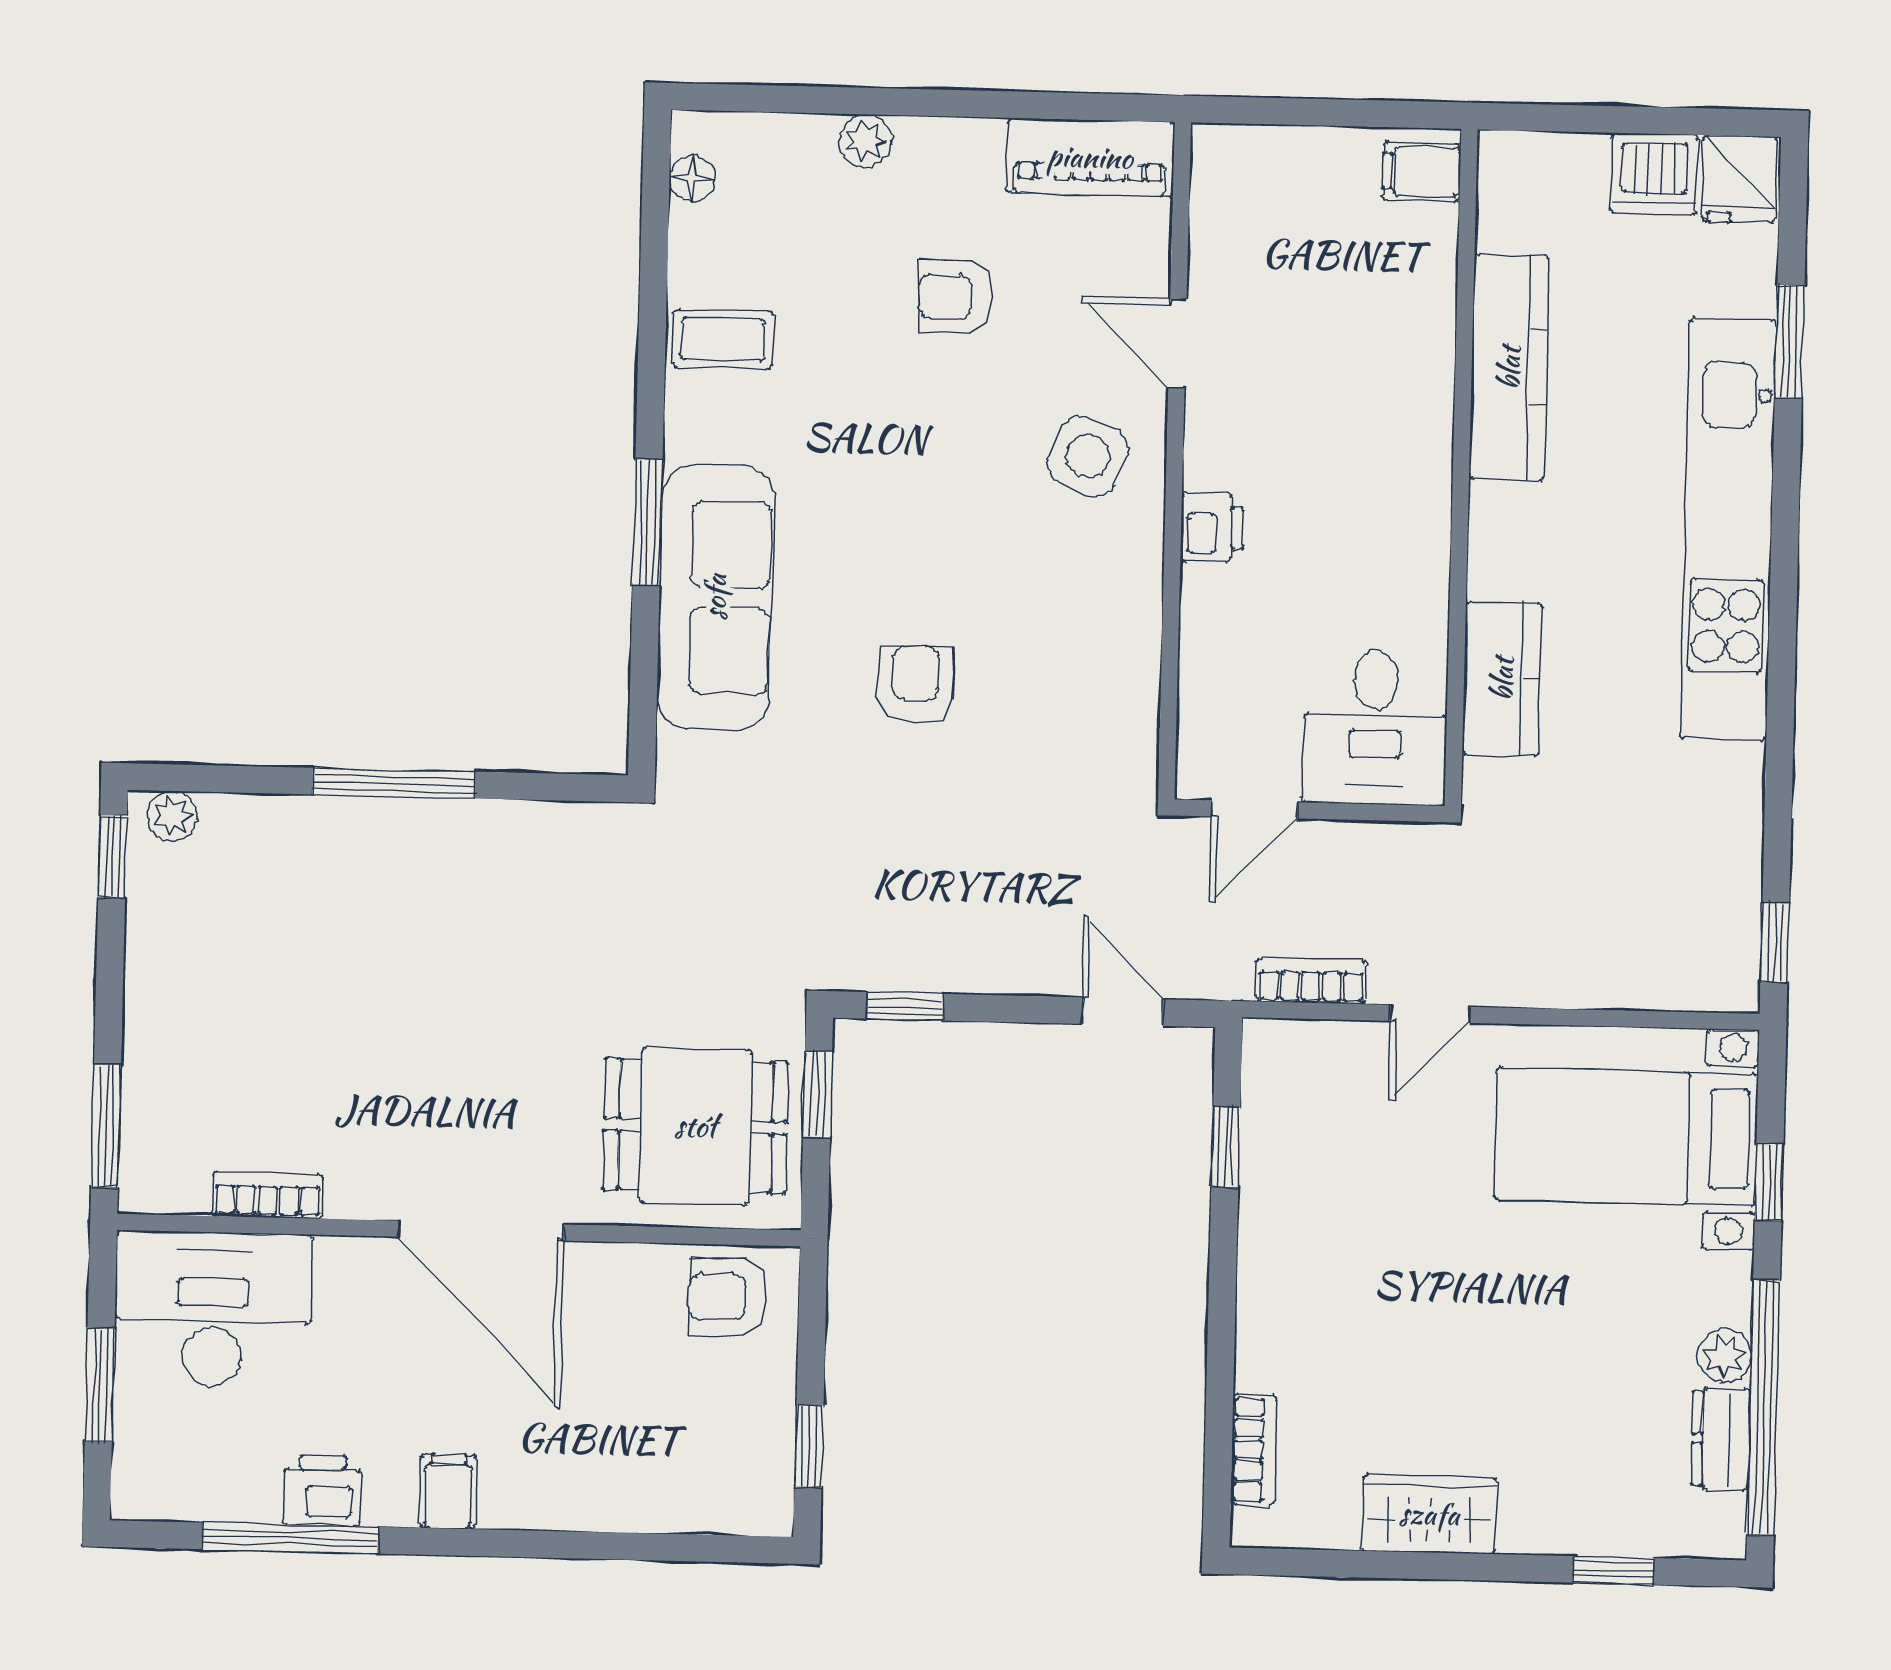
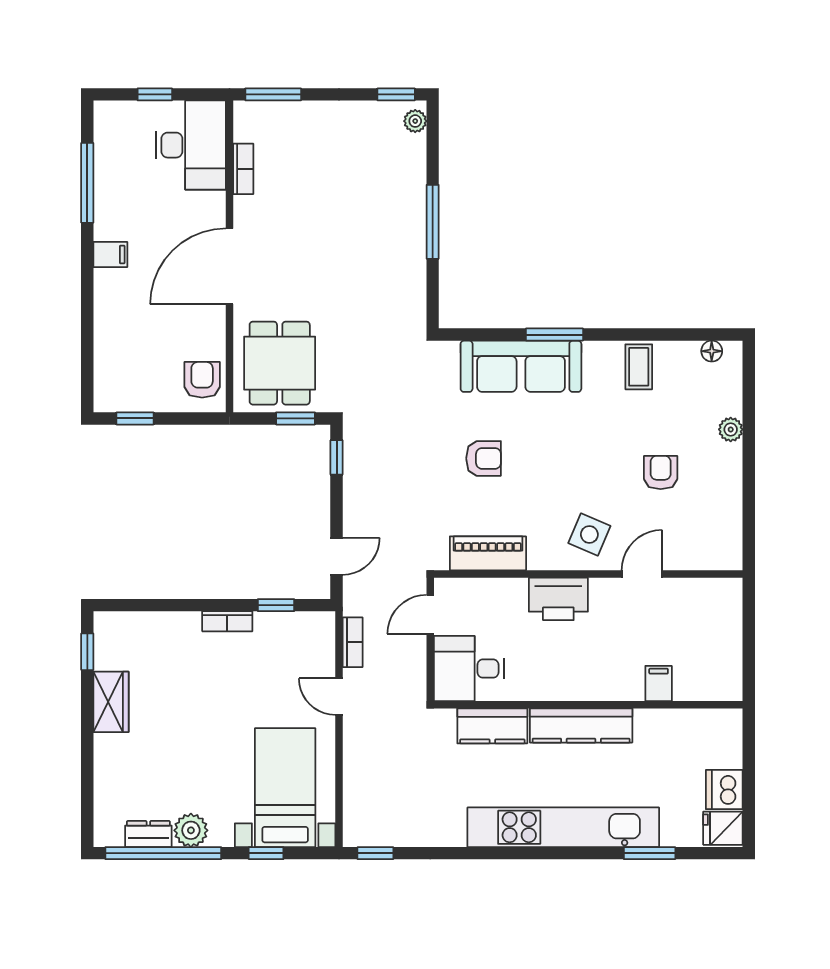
piano: (1090, 157) -> (488, 553), moved, turned 90
filing cabinet: (1422, 172) -> (659, 683), moved
kitchen counter: (1509, 368) -> (581, 726), moved
printer: (1212, 527) -> (558, 599), width x1.87, depth x1.48
door: (1254, 809) -> (430, 614), hinge flipped
plant: (1725, 1356) -> (191, 830), width x1.38, depth x1.38
window: (100, 1385) -> (155, 94), width x0.67
bookcase: (1254, 1450) -> (227, 621), moved
printer: (322, 1490) -> (109, 197), removed
window: (1613, 1570) -> (87, 652), moved

